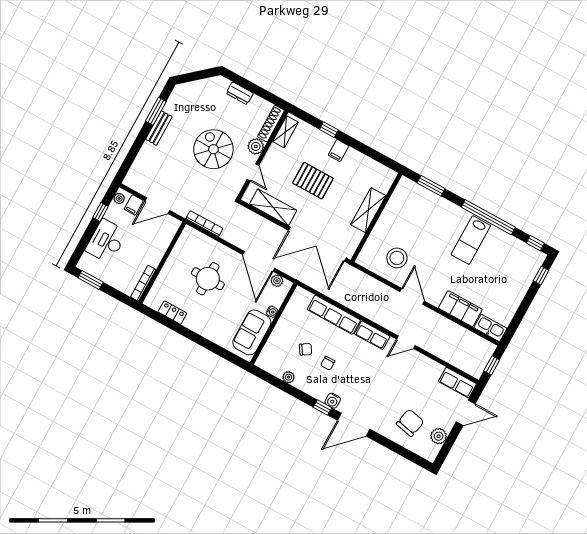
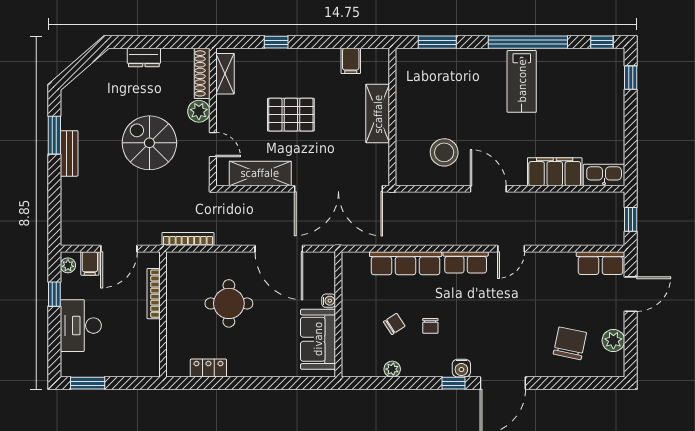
filing cabinet: (339, 150) -> (351, 61), moved
plant: (277, 281) -> (314, 260), removed
bookcase: (143, 283) -> (154, 294), moved

